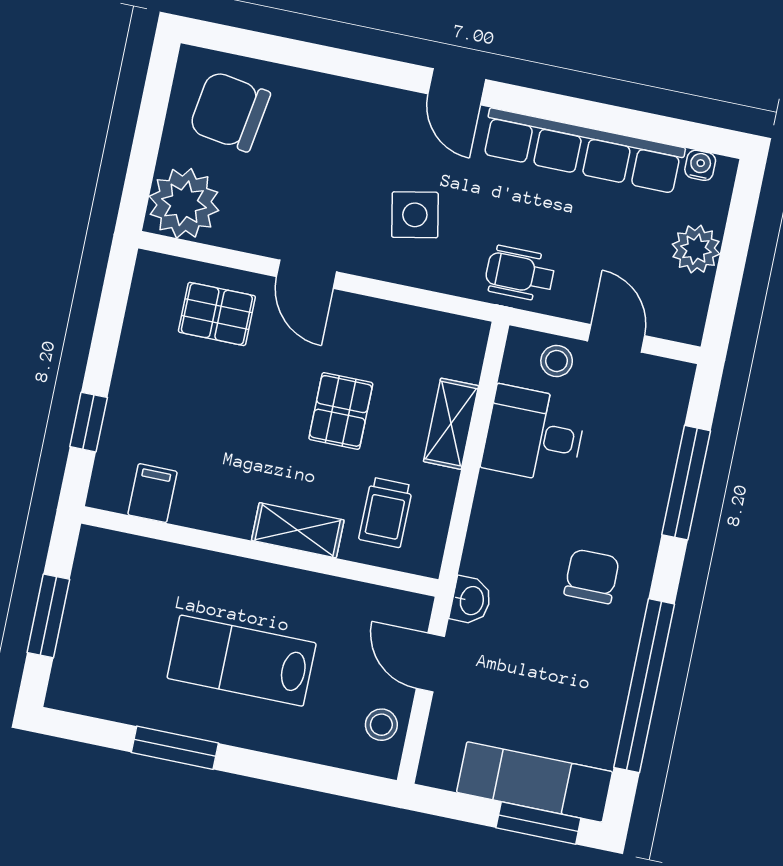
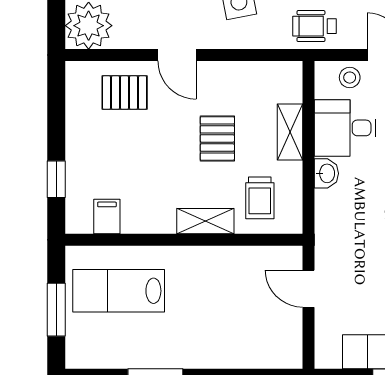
washbasin: (471, 600) -> (326, 173), moved
lab bench: (242, 661) -> (119, 291), moved
stool: (381, 725) -> (285, 335), removed

